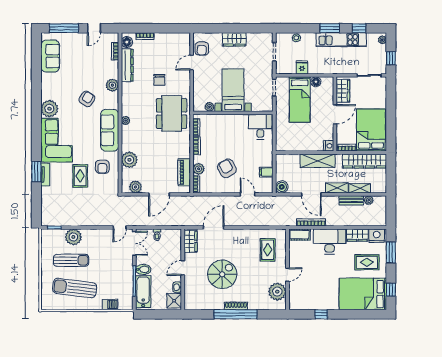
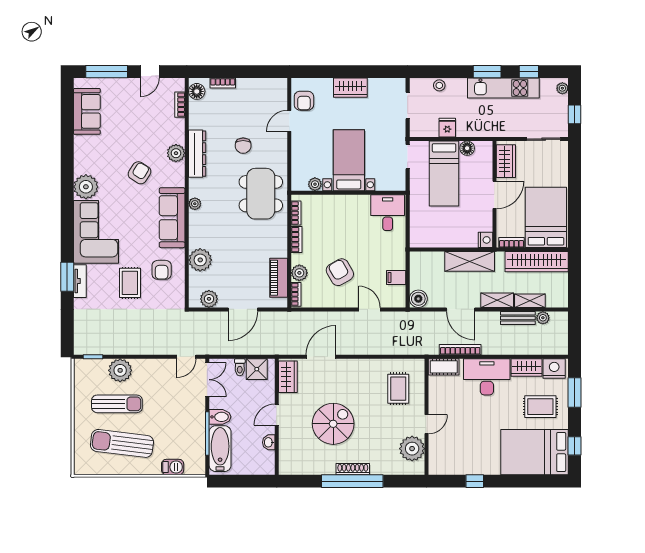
dresser: (127, 65) -> (197, 154), moved
shower: (174, 301) -> (257, 369), moved

